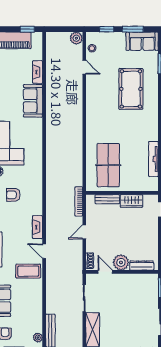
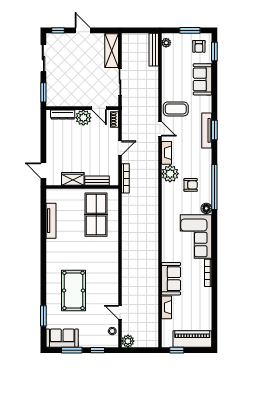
plant: (34, 206) -> (170, 174), added

